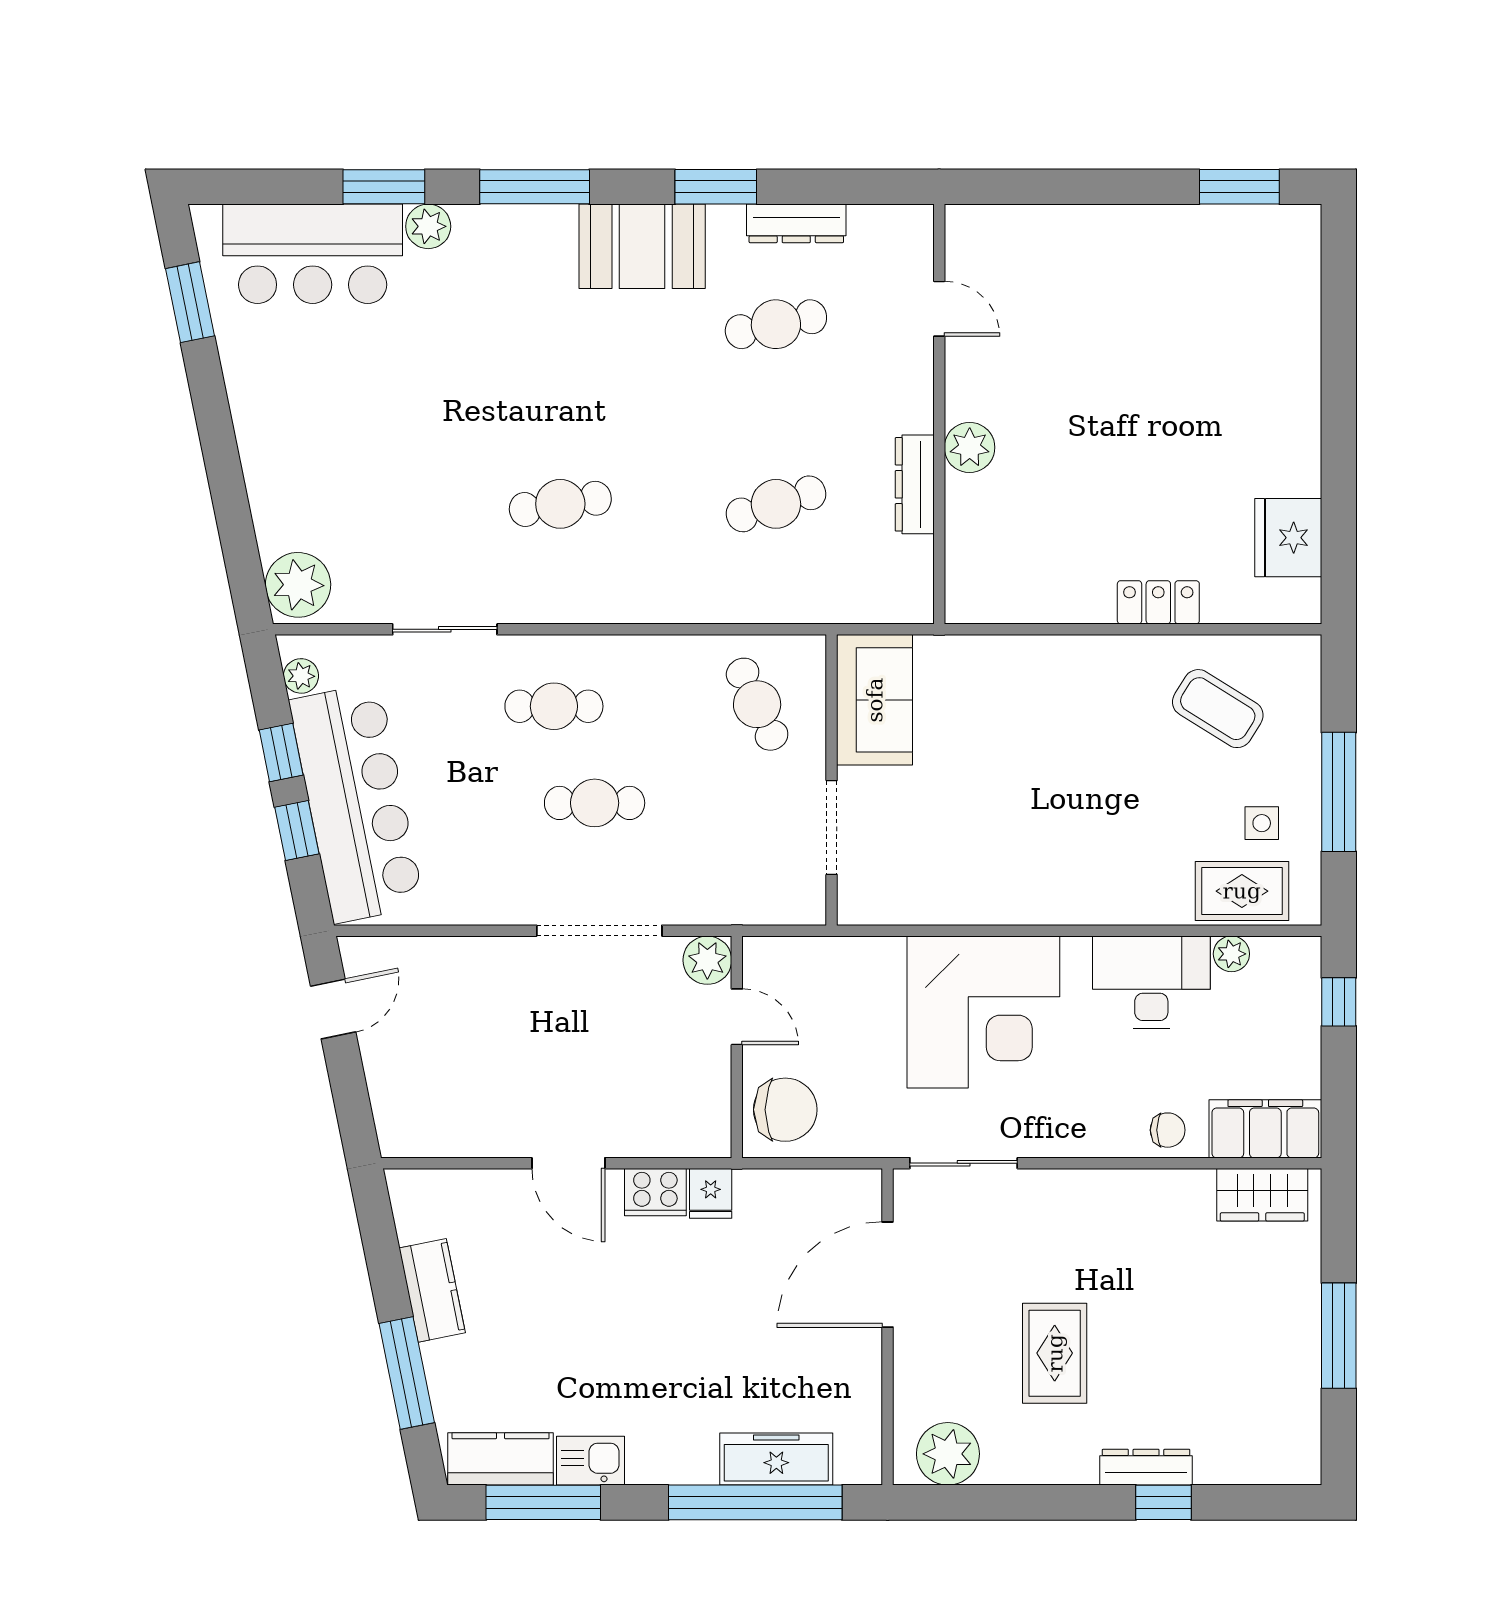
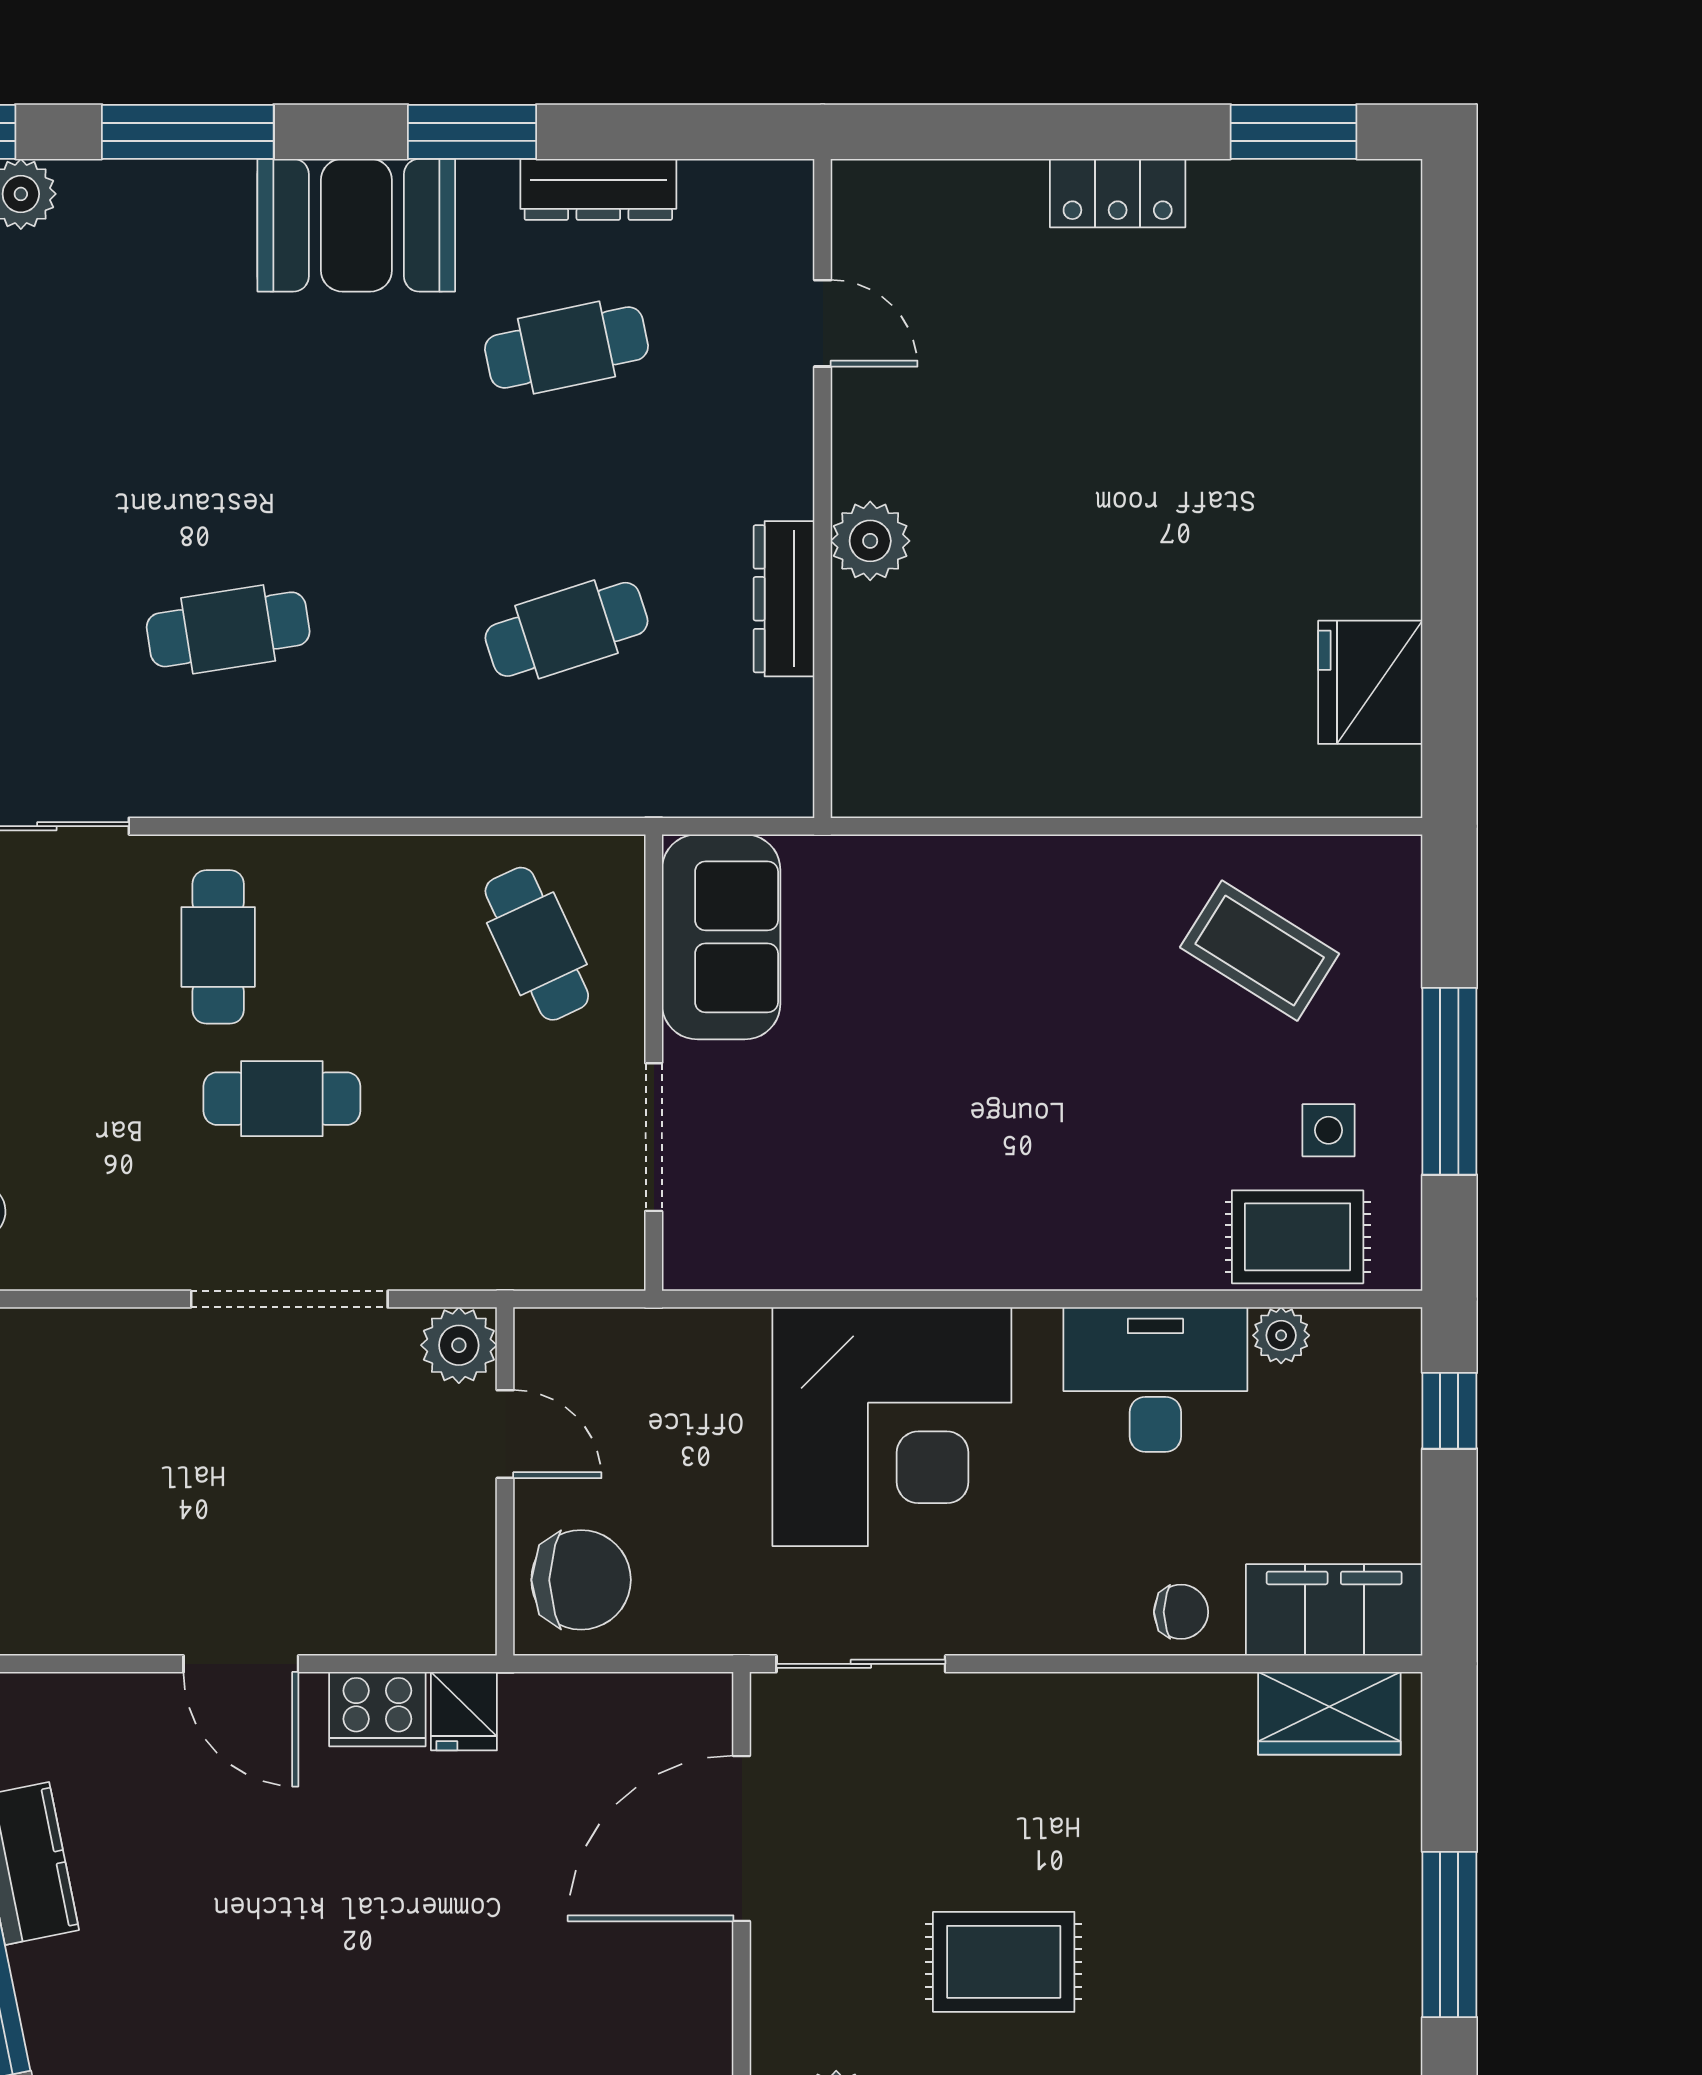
locker: (1158, 602) -> (1118, 193), moved, turned 180
cafe table: (554, 706) -> (218, 947), turned 90
rug: (1055, 1353) -> (1004, 1962), turned 90

